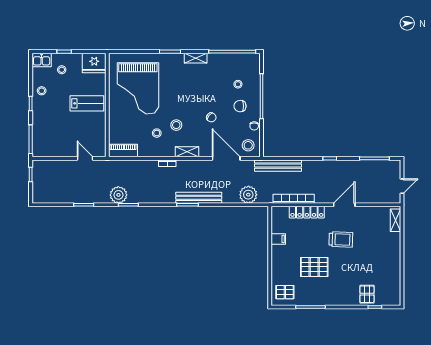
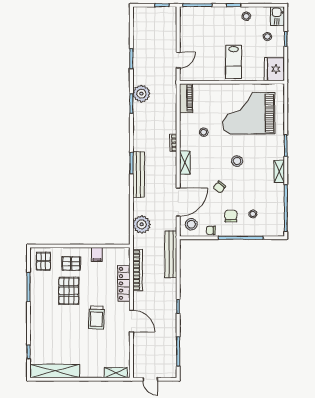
stool: (176, 125) -> (237, 161), moved
shelving: (394, 281) -> (55, 371), added
pallet: (367, 294) -> (71, 264), moved

